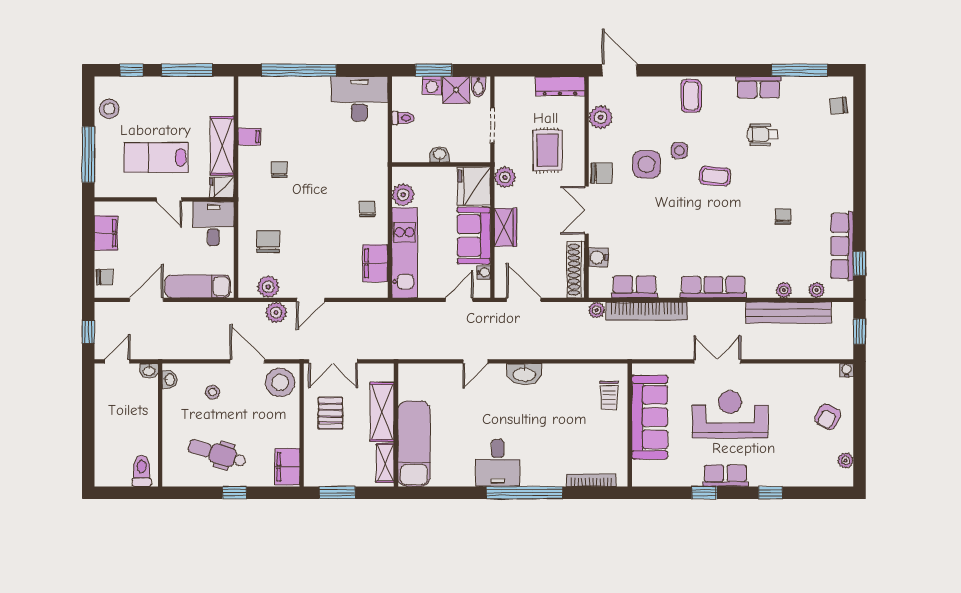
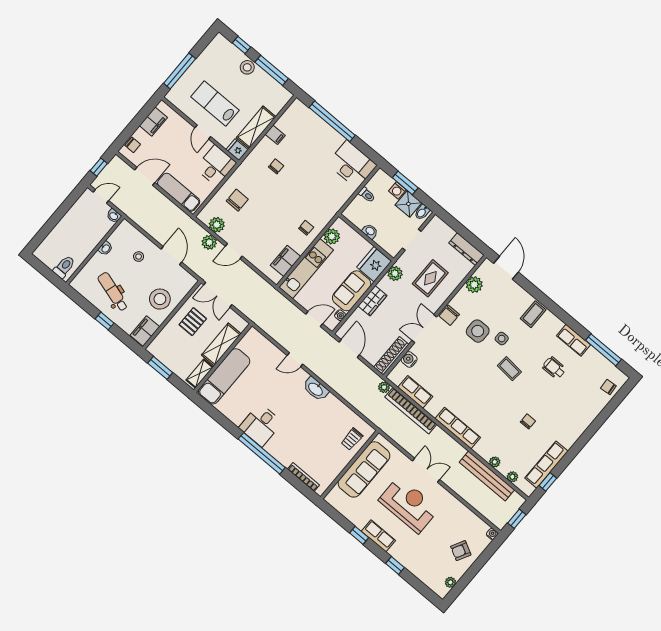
stool: (109, 109) -> (247, 67), moved
chair: (602, 173) -> (449, 315), turned 90
washbasin: (169, 380) -> (105, 248), moved
stool: (280, 382) -> (160, 299), moved

